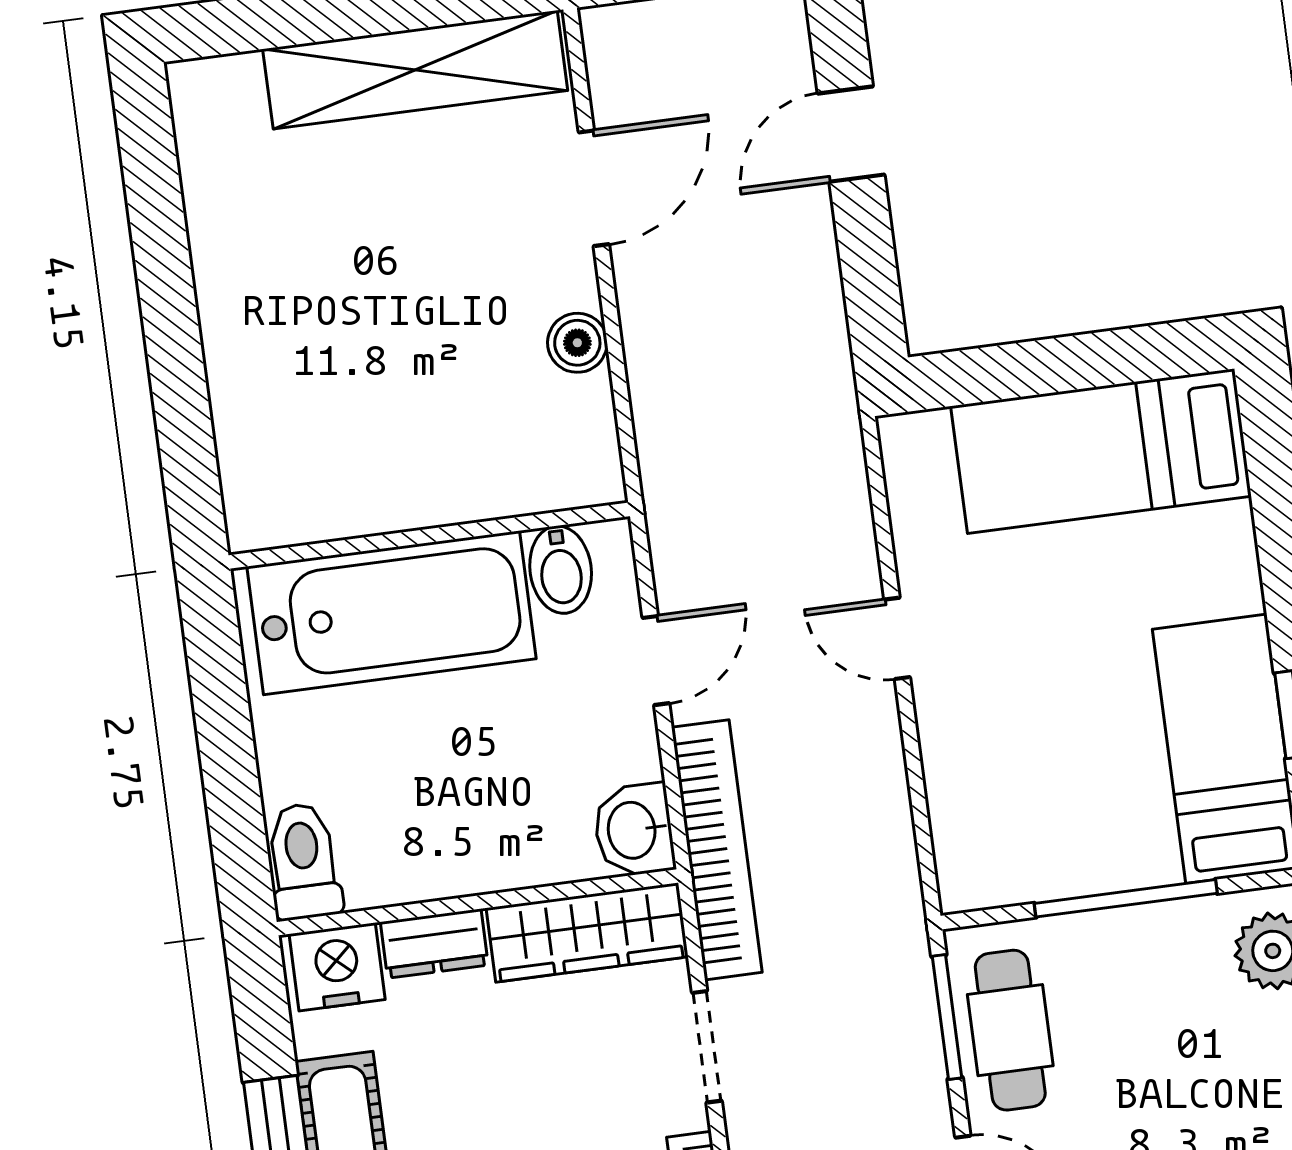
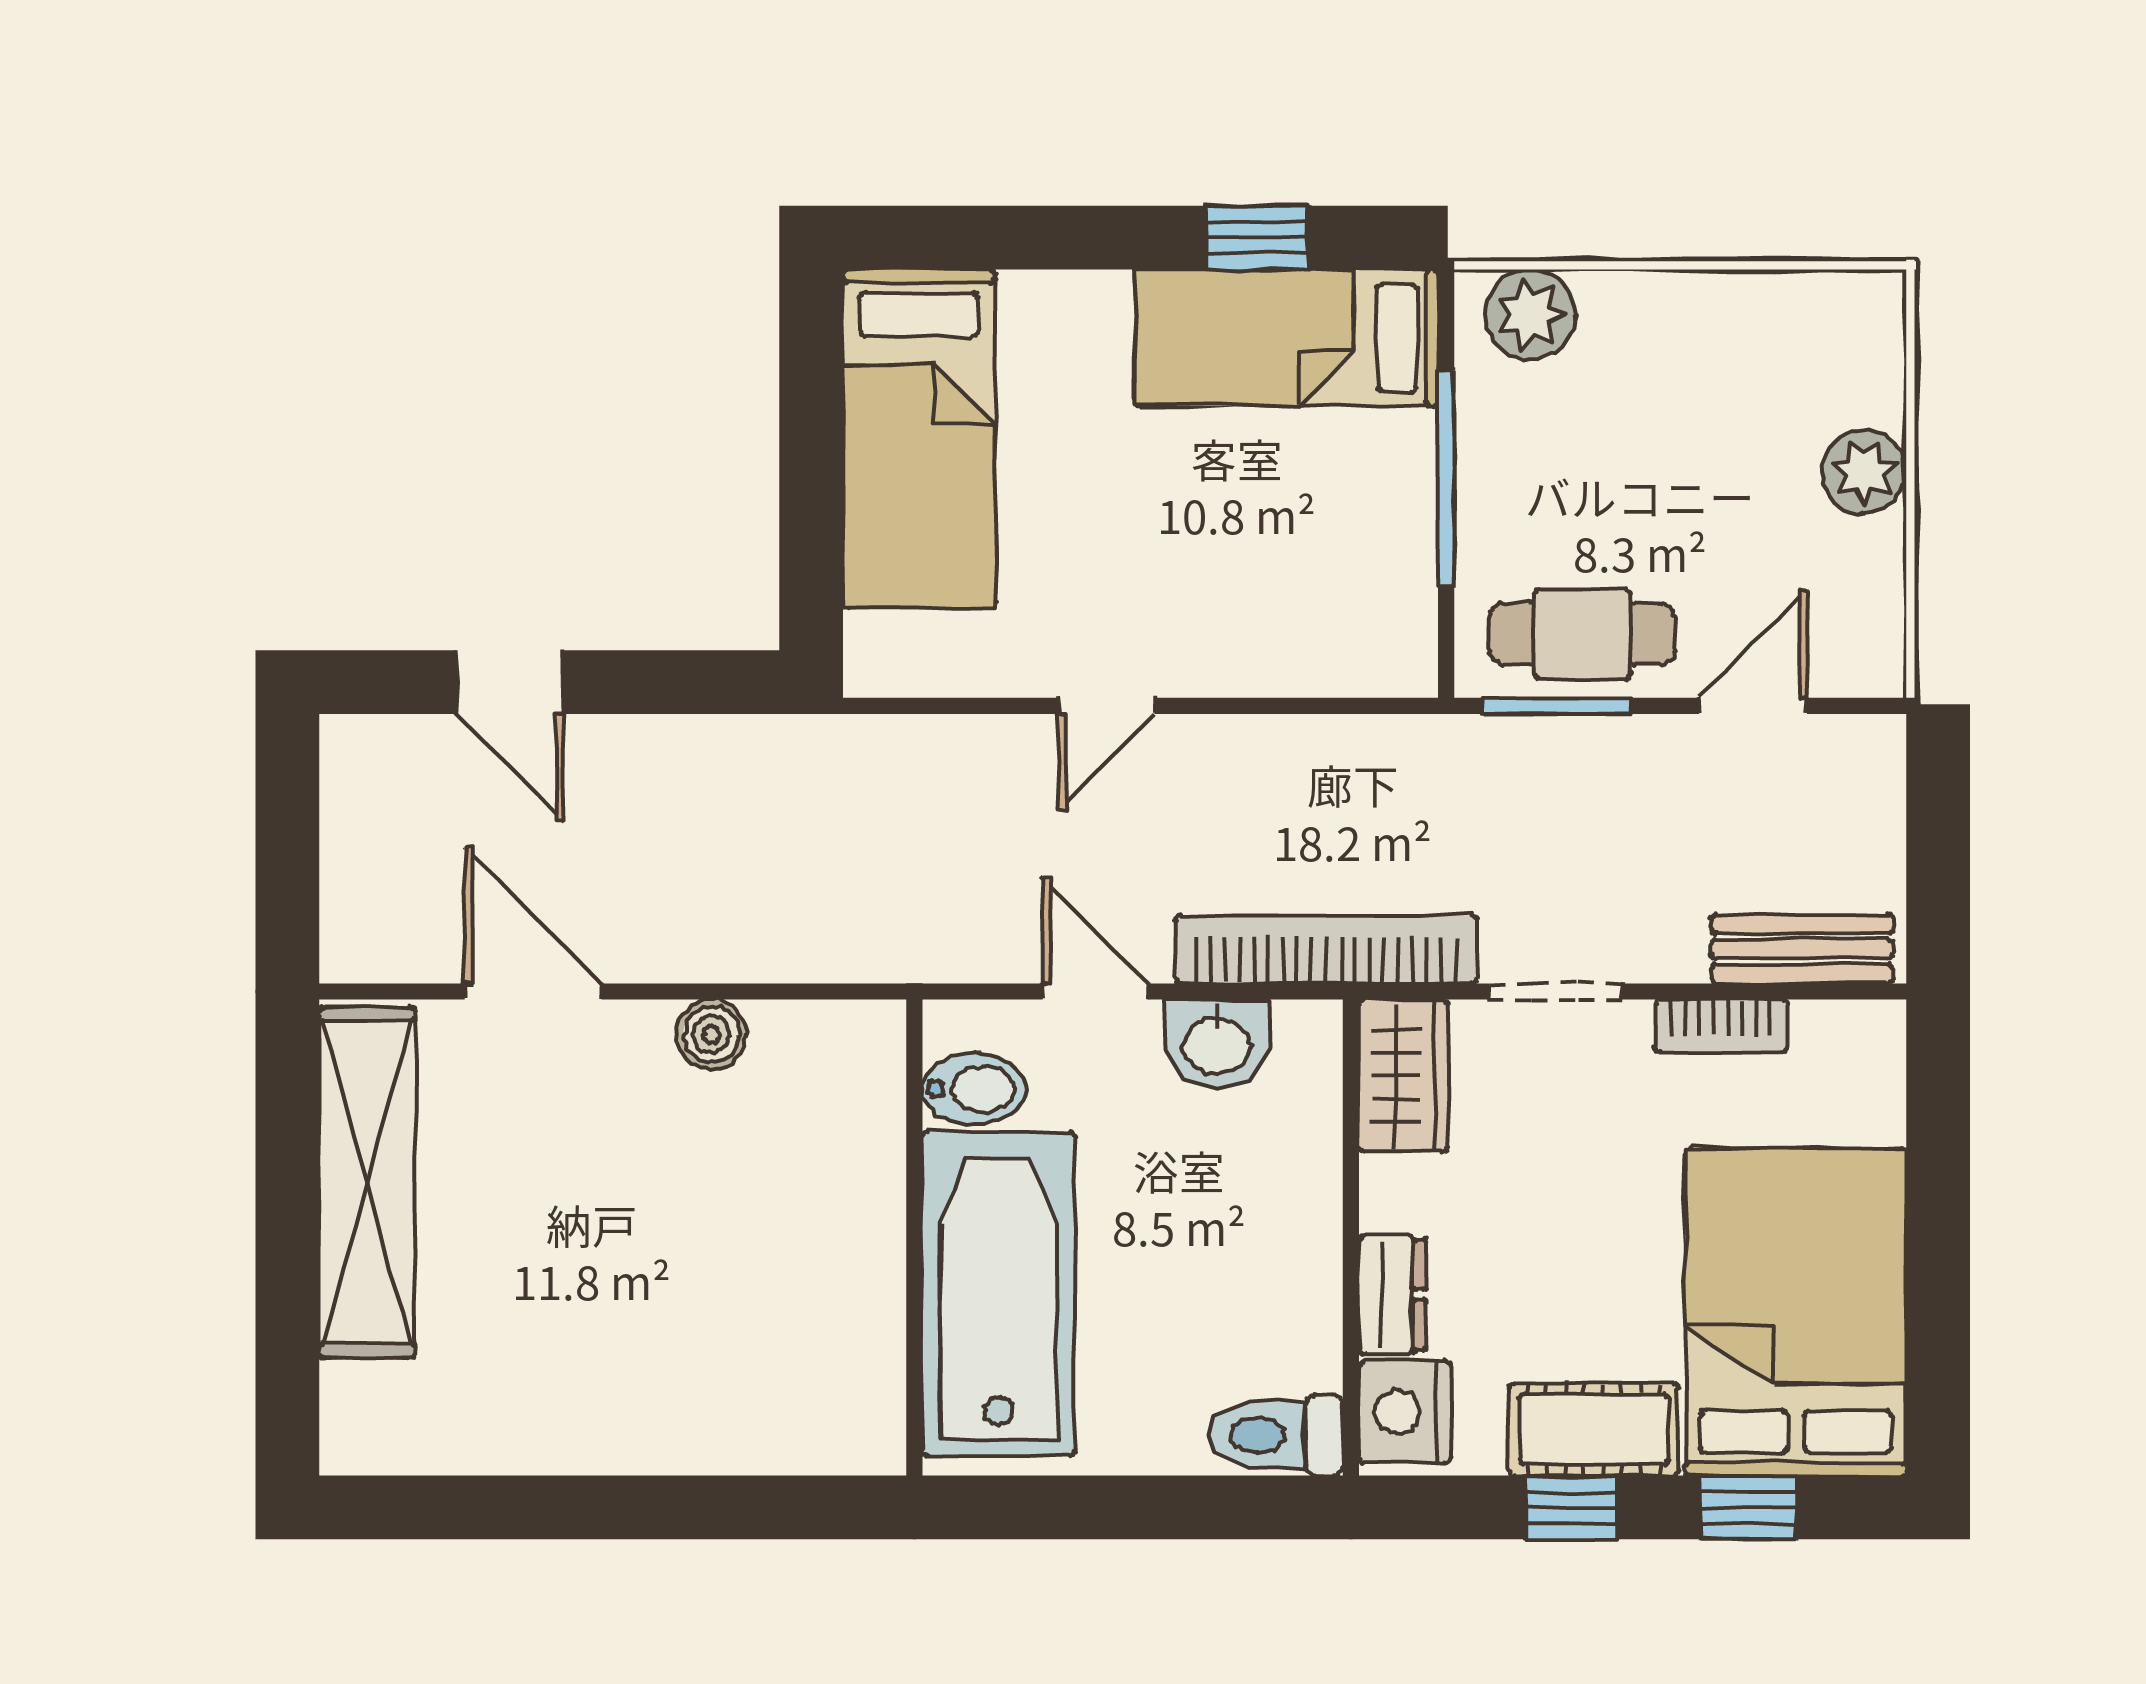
washbasin: (634, 830) -> (1217, 1044), moved
wardrobe: (587, 932) -> (1403, 1076), width x0.67

